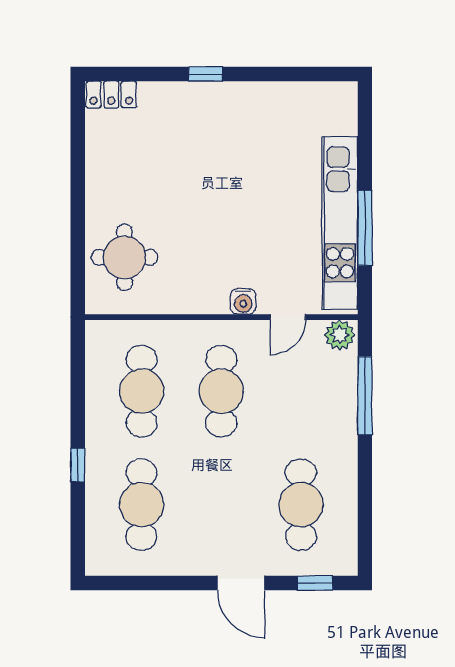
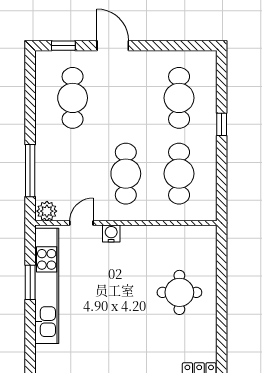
window: (365, 228) -> (30, 282), width x0.69
round table: (125, 257) -> (179, 292), moved

